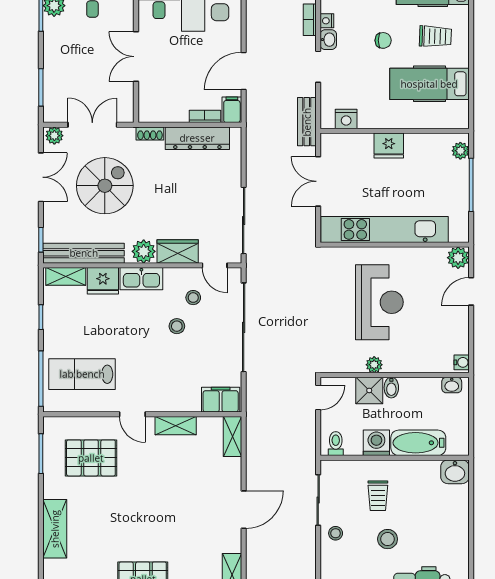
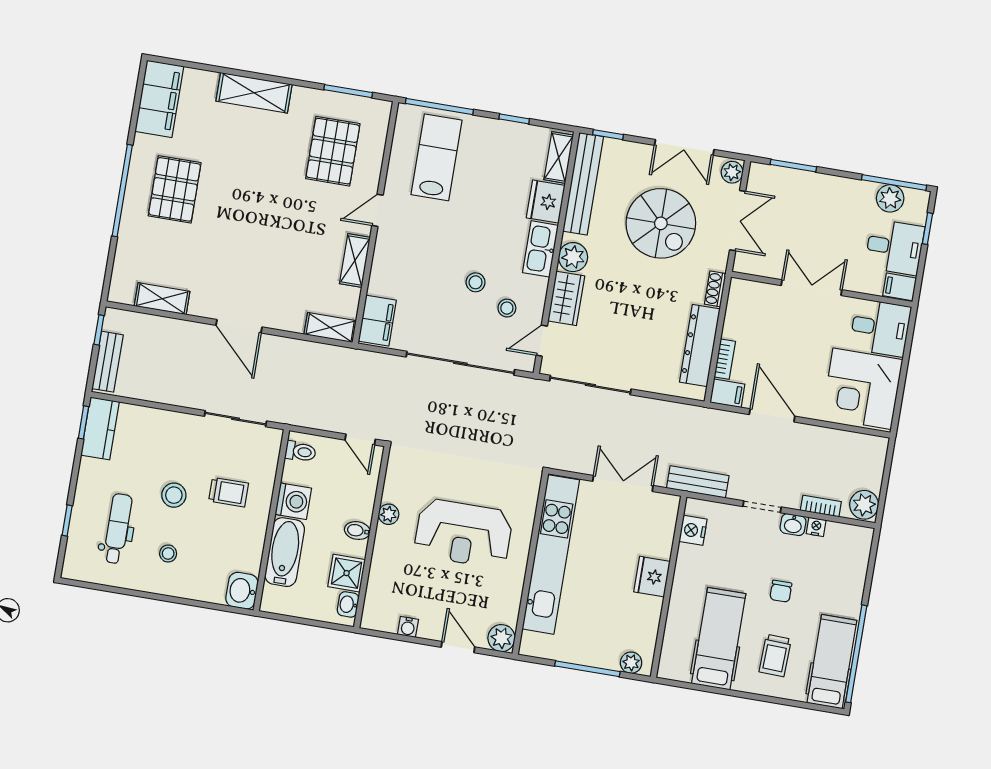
water cooler: (462, 362) -> (408, 627), moved
shower: (369, 390) -> (347, 573), moved
trolley: (378, 496) -> (229, 492), turned 180
stool: (336, 533) -> (168, 554), moved

